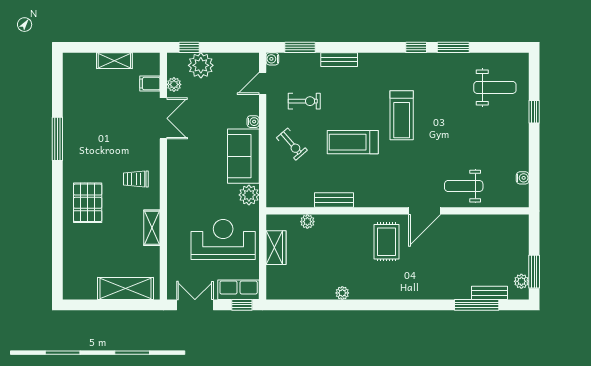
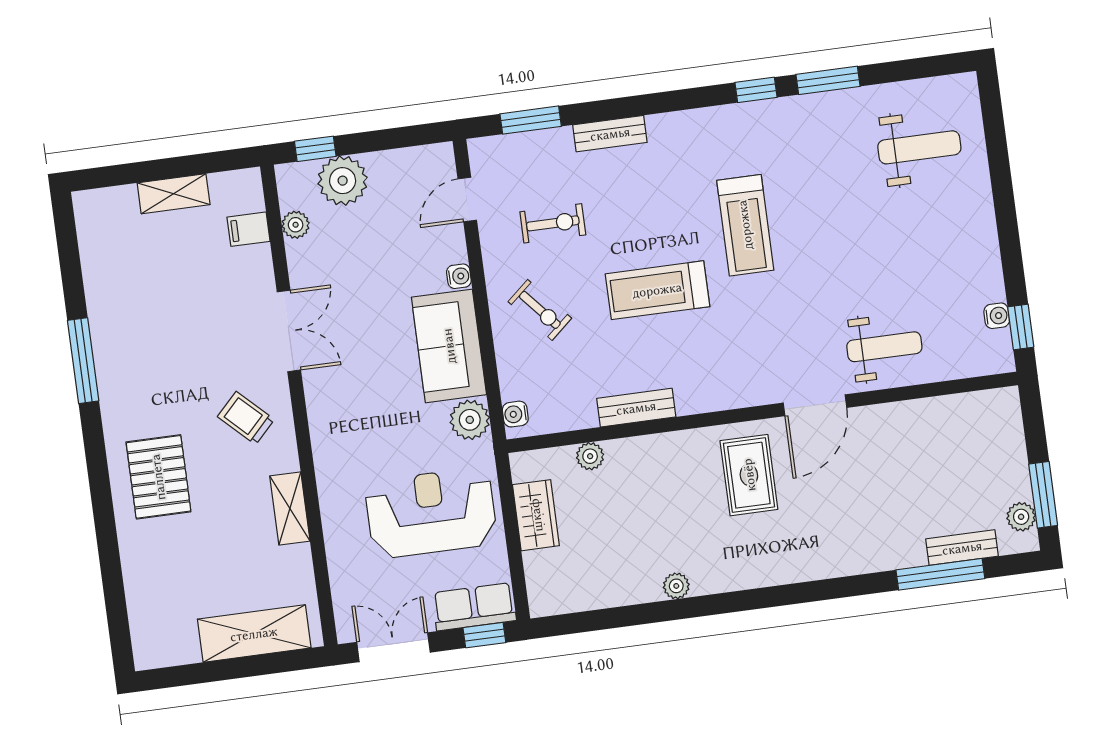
water cooler: (272, 59) -> (515, 414), moved
window: (534, 112) -> (1021, 327), moved
double door: (163, 118) -> (289, 331), moved
trolley: (136, 179) -> (246, 418), turned 44
weight bench: (464, 186) -> (884, 347), turned 180

